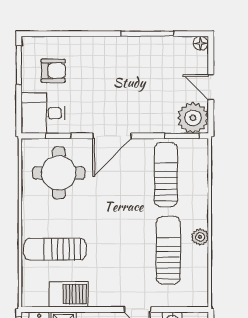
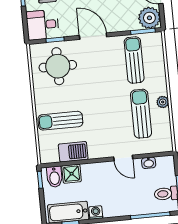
door: (112, 136) -> (93, 36), swing flipped

